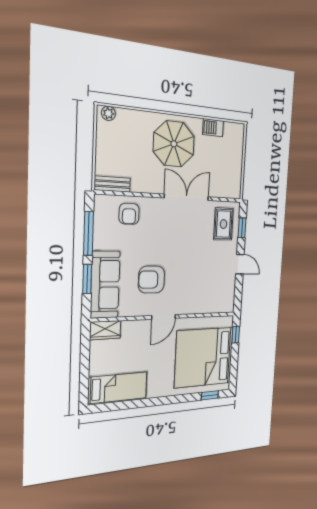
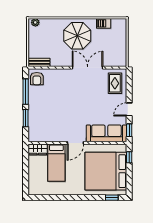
armchair: (129, 214) -> (37, 79), moved
window: (242, 228) -> (129, 130), moved
door: (240, 264) -> (129, 109), swing flipped
armchair: (151, 280) -> (66, 119), removed
sofa: (105, 285) -> (106, 133), moved, turned -90
bed: (118, 388) -> (56, 163), moved, turned 90

